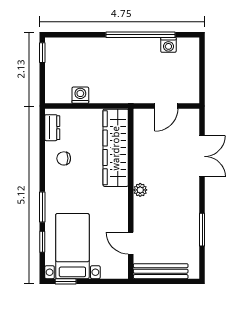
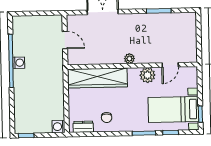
washing machine: (168, 45) -> (19, 63), moved
washing machine: (80, 95) -> (58, 127), moved
plant: (118, 213) -> (147, 75), added
bench: (161, 271) -> (191, 42), removed

